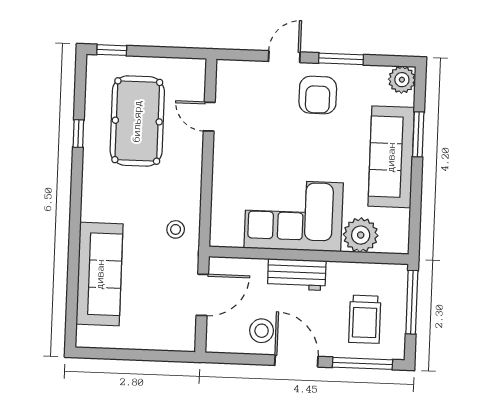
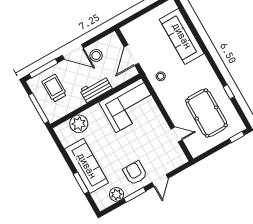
plant: (402, 80) -> (117, 194), moved
corner sofa: (294, 215) -> (129, 105), moved

